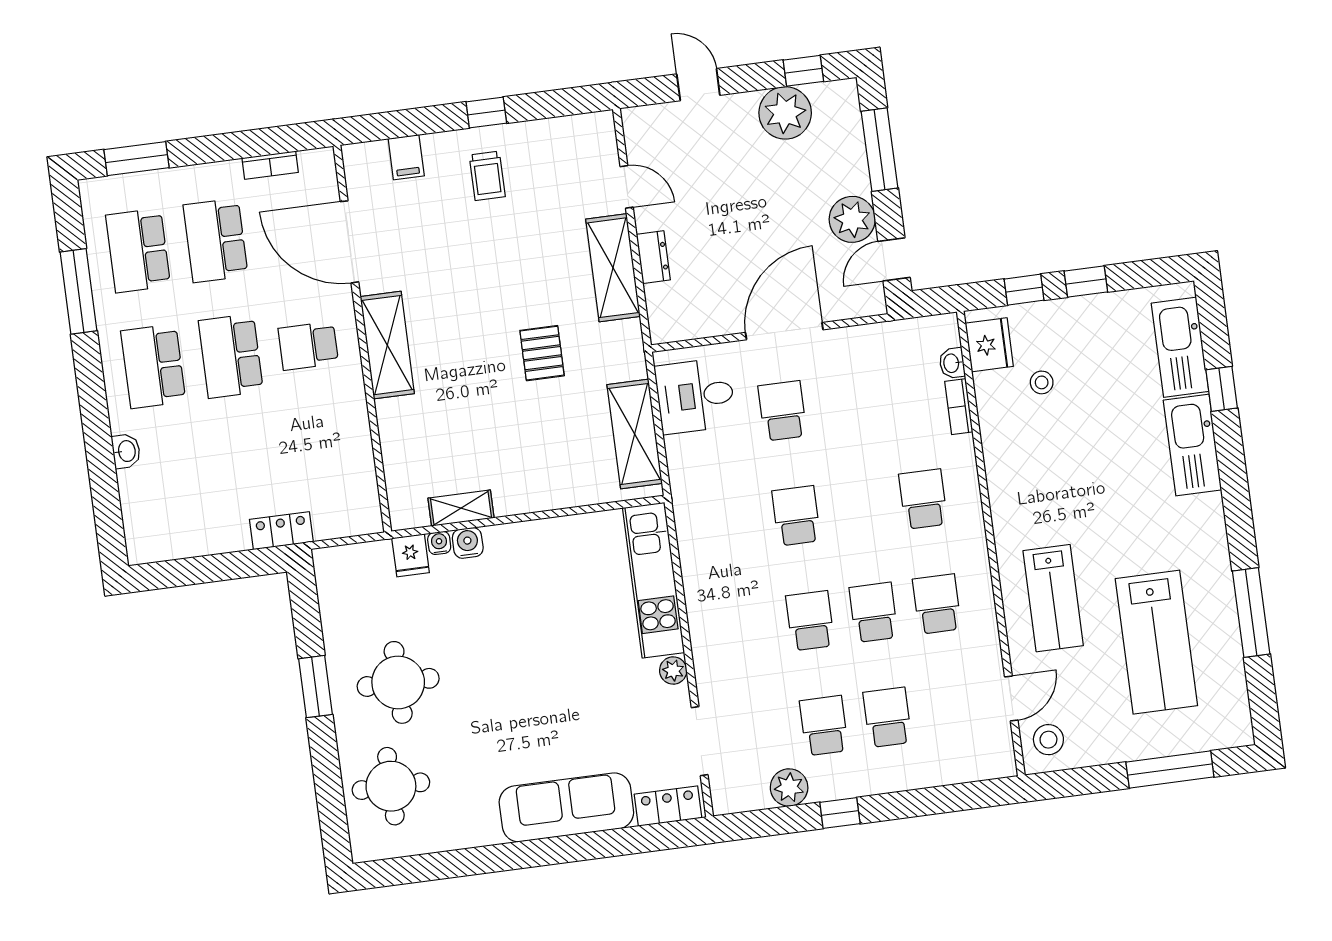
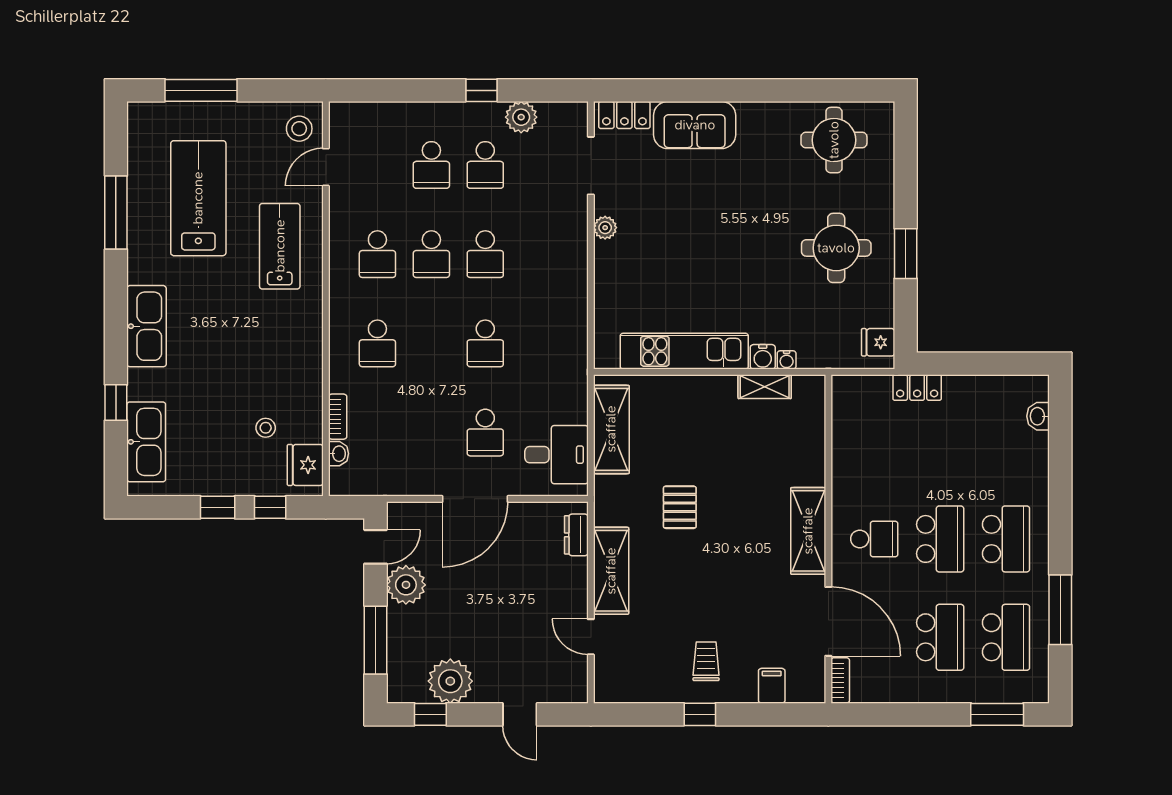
bookcase: (270, 165) -> (840, 680), moved, turned 90
dresser: (653, 257) -> (576, 535), moved
kitchen sink: (1192, 445) -> (147, 326), moved
washbasin: (126, 451) -> (1038, 416), moved
fridge: (411, 555) -> (878, 342), moved, turned -90
kitchen unit: (654, 580) -> (684, 351), moved, turned -90
round table: (391, 786) -> (834, 140), moved
sofa: (566, 807) -> (695, 125), width x0.73

